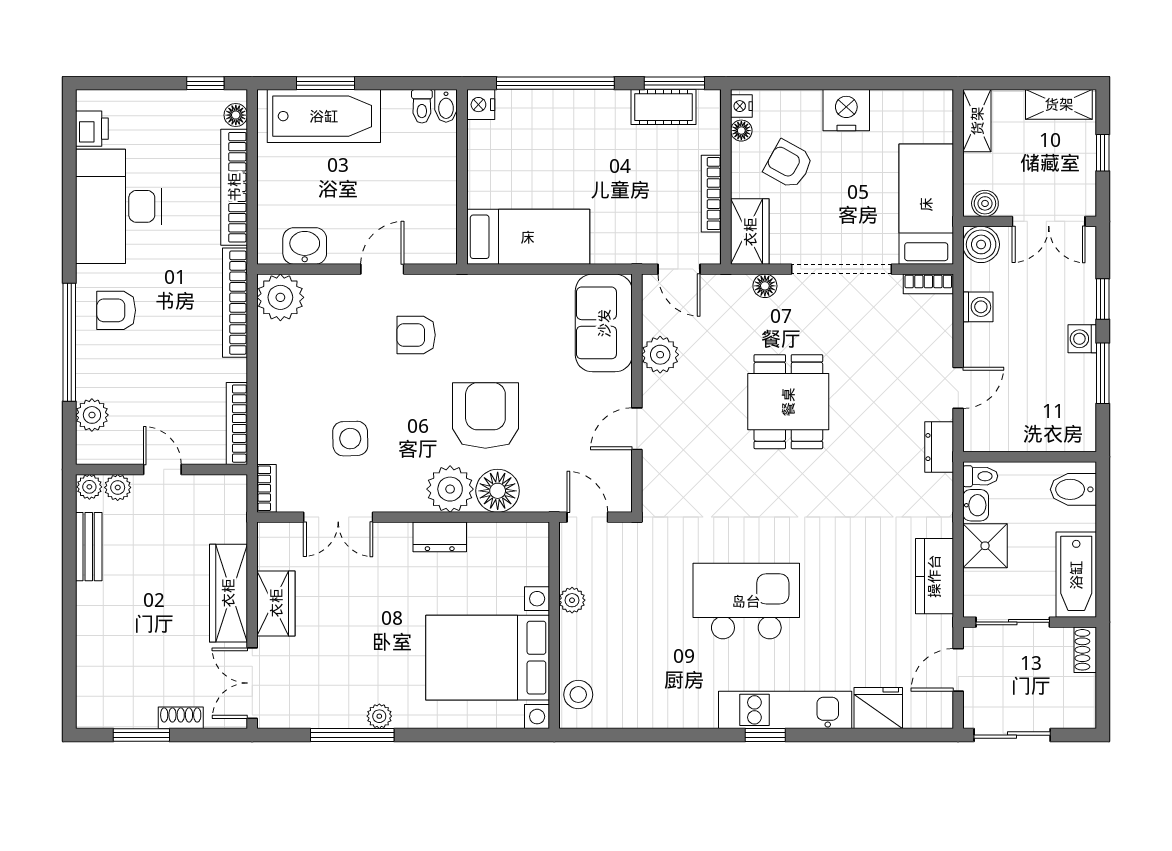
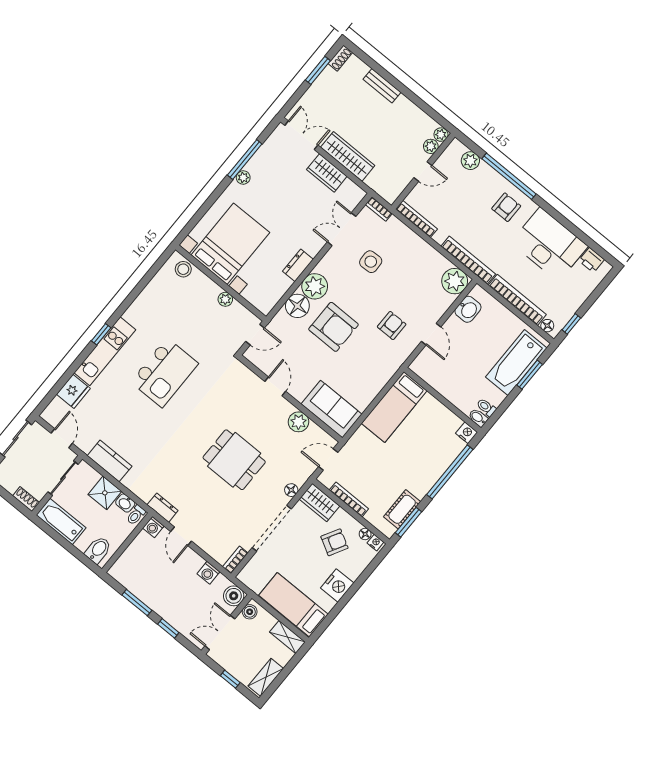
bed: (926, 204) -> (293, 605), moved, turned 180
washing machine: (1082, 339) -> (153, 527), moved, turned 180
bench: (89, 547) -> (382, 86), moved
shoe rack: (181, 718) -> (340, 58), moved

